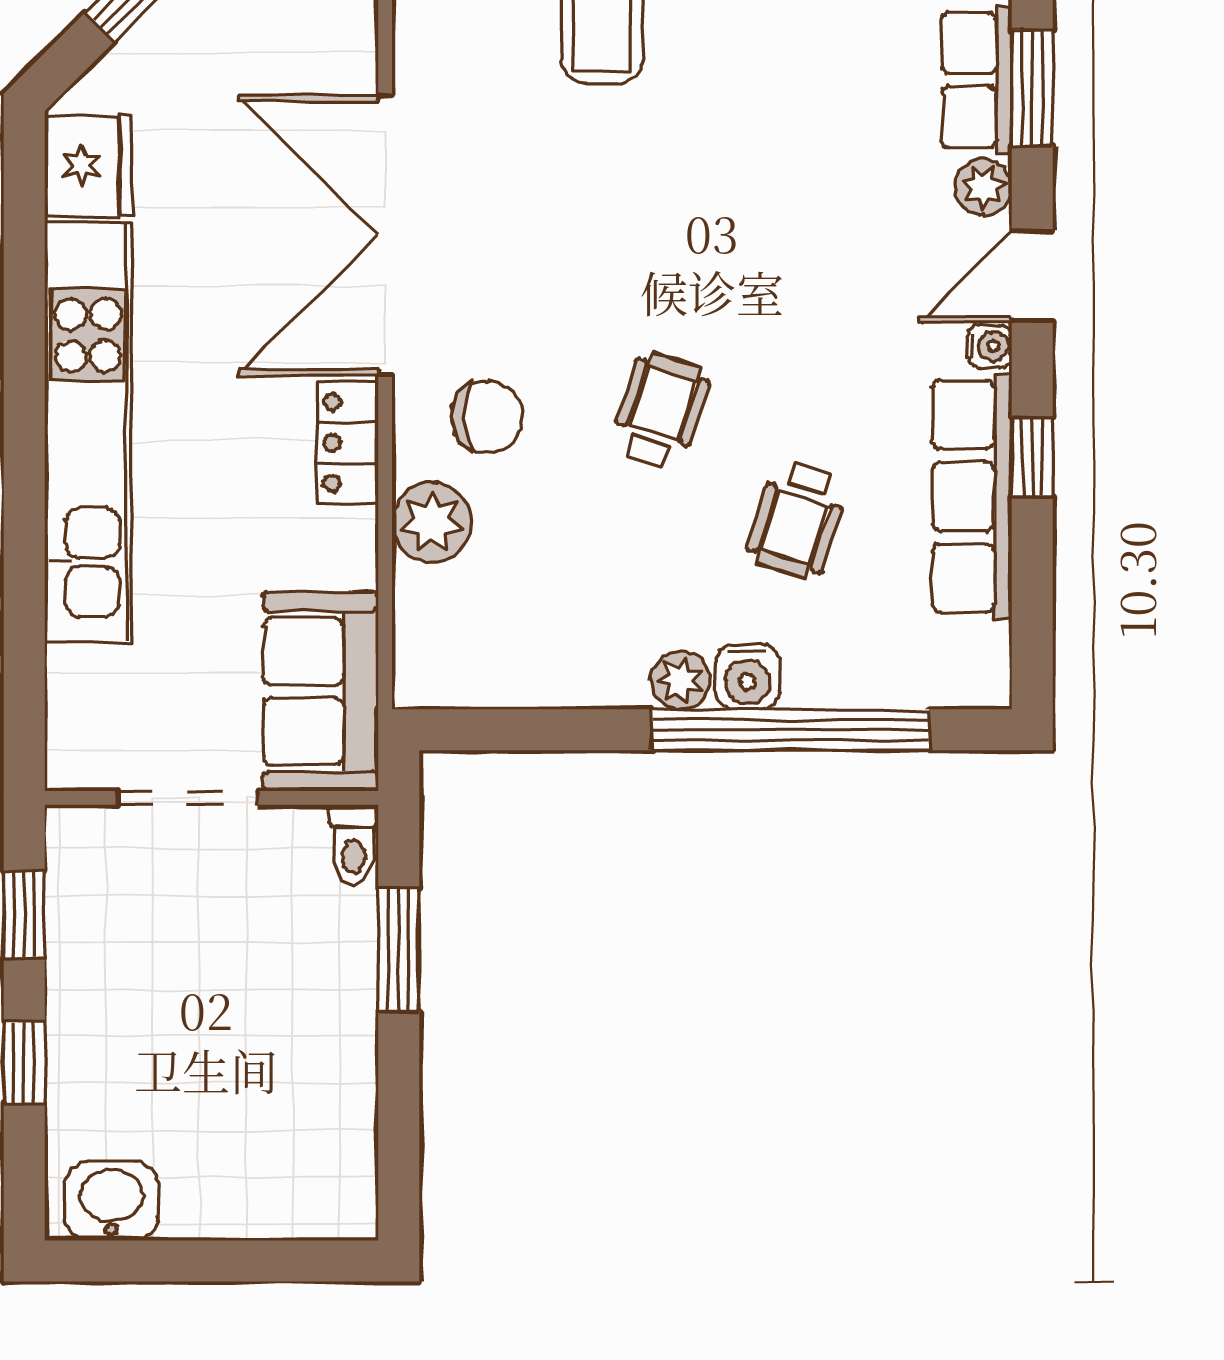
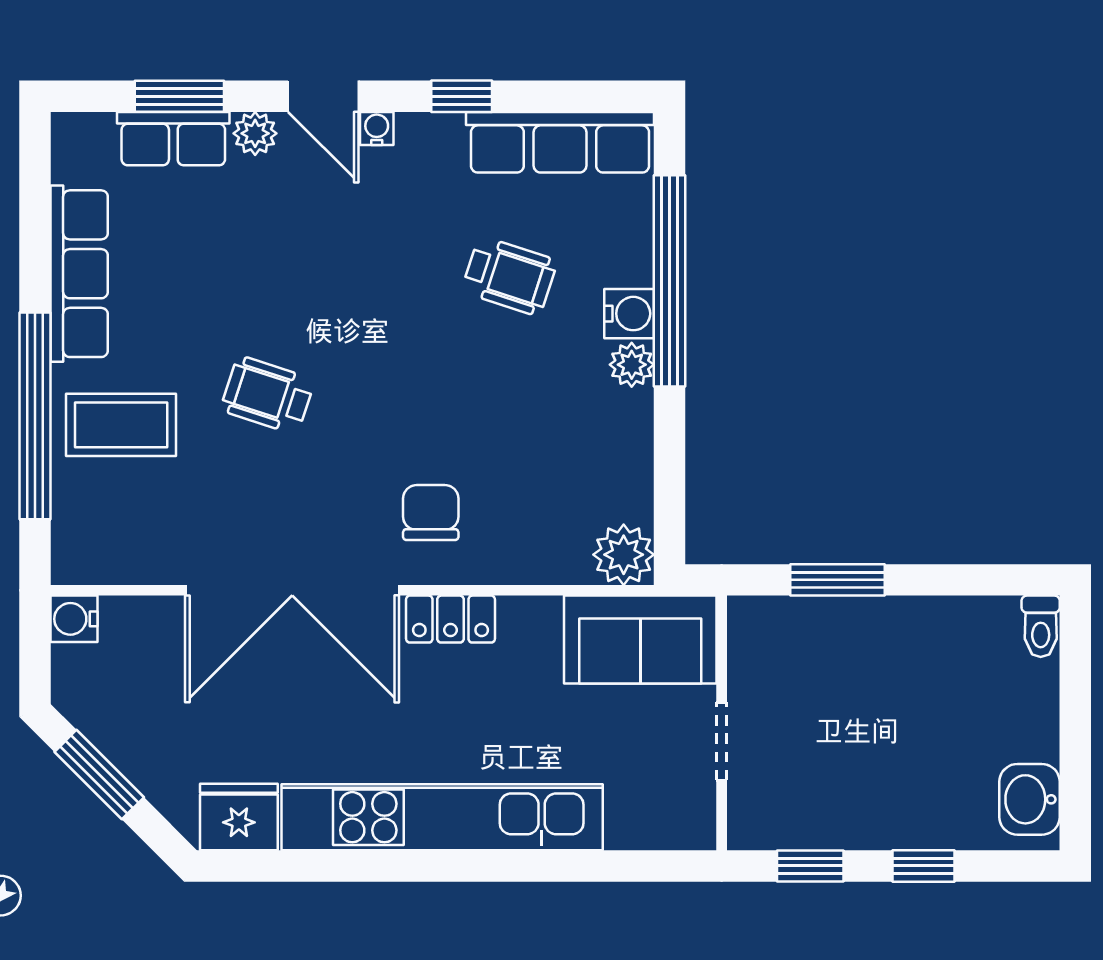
wheelchair: (660, 410) -> (268, 395), moved
row of seats: (972, 496) -> (560, 142), moved
plant: (432, 522) -> (624, 555), moved
doorway: (188, 798) -> (722, 741), width x0.73
toilet: (354, 845) -> (1041, 626), moved, turned 90

